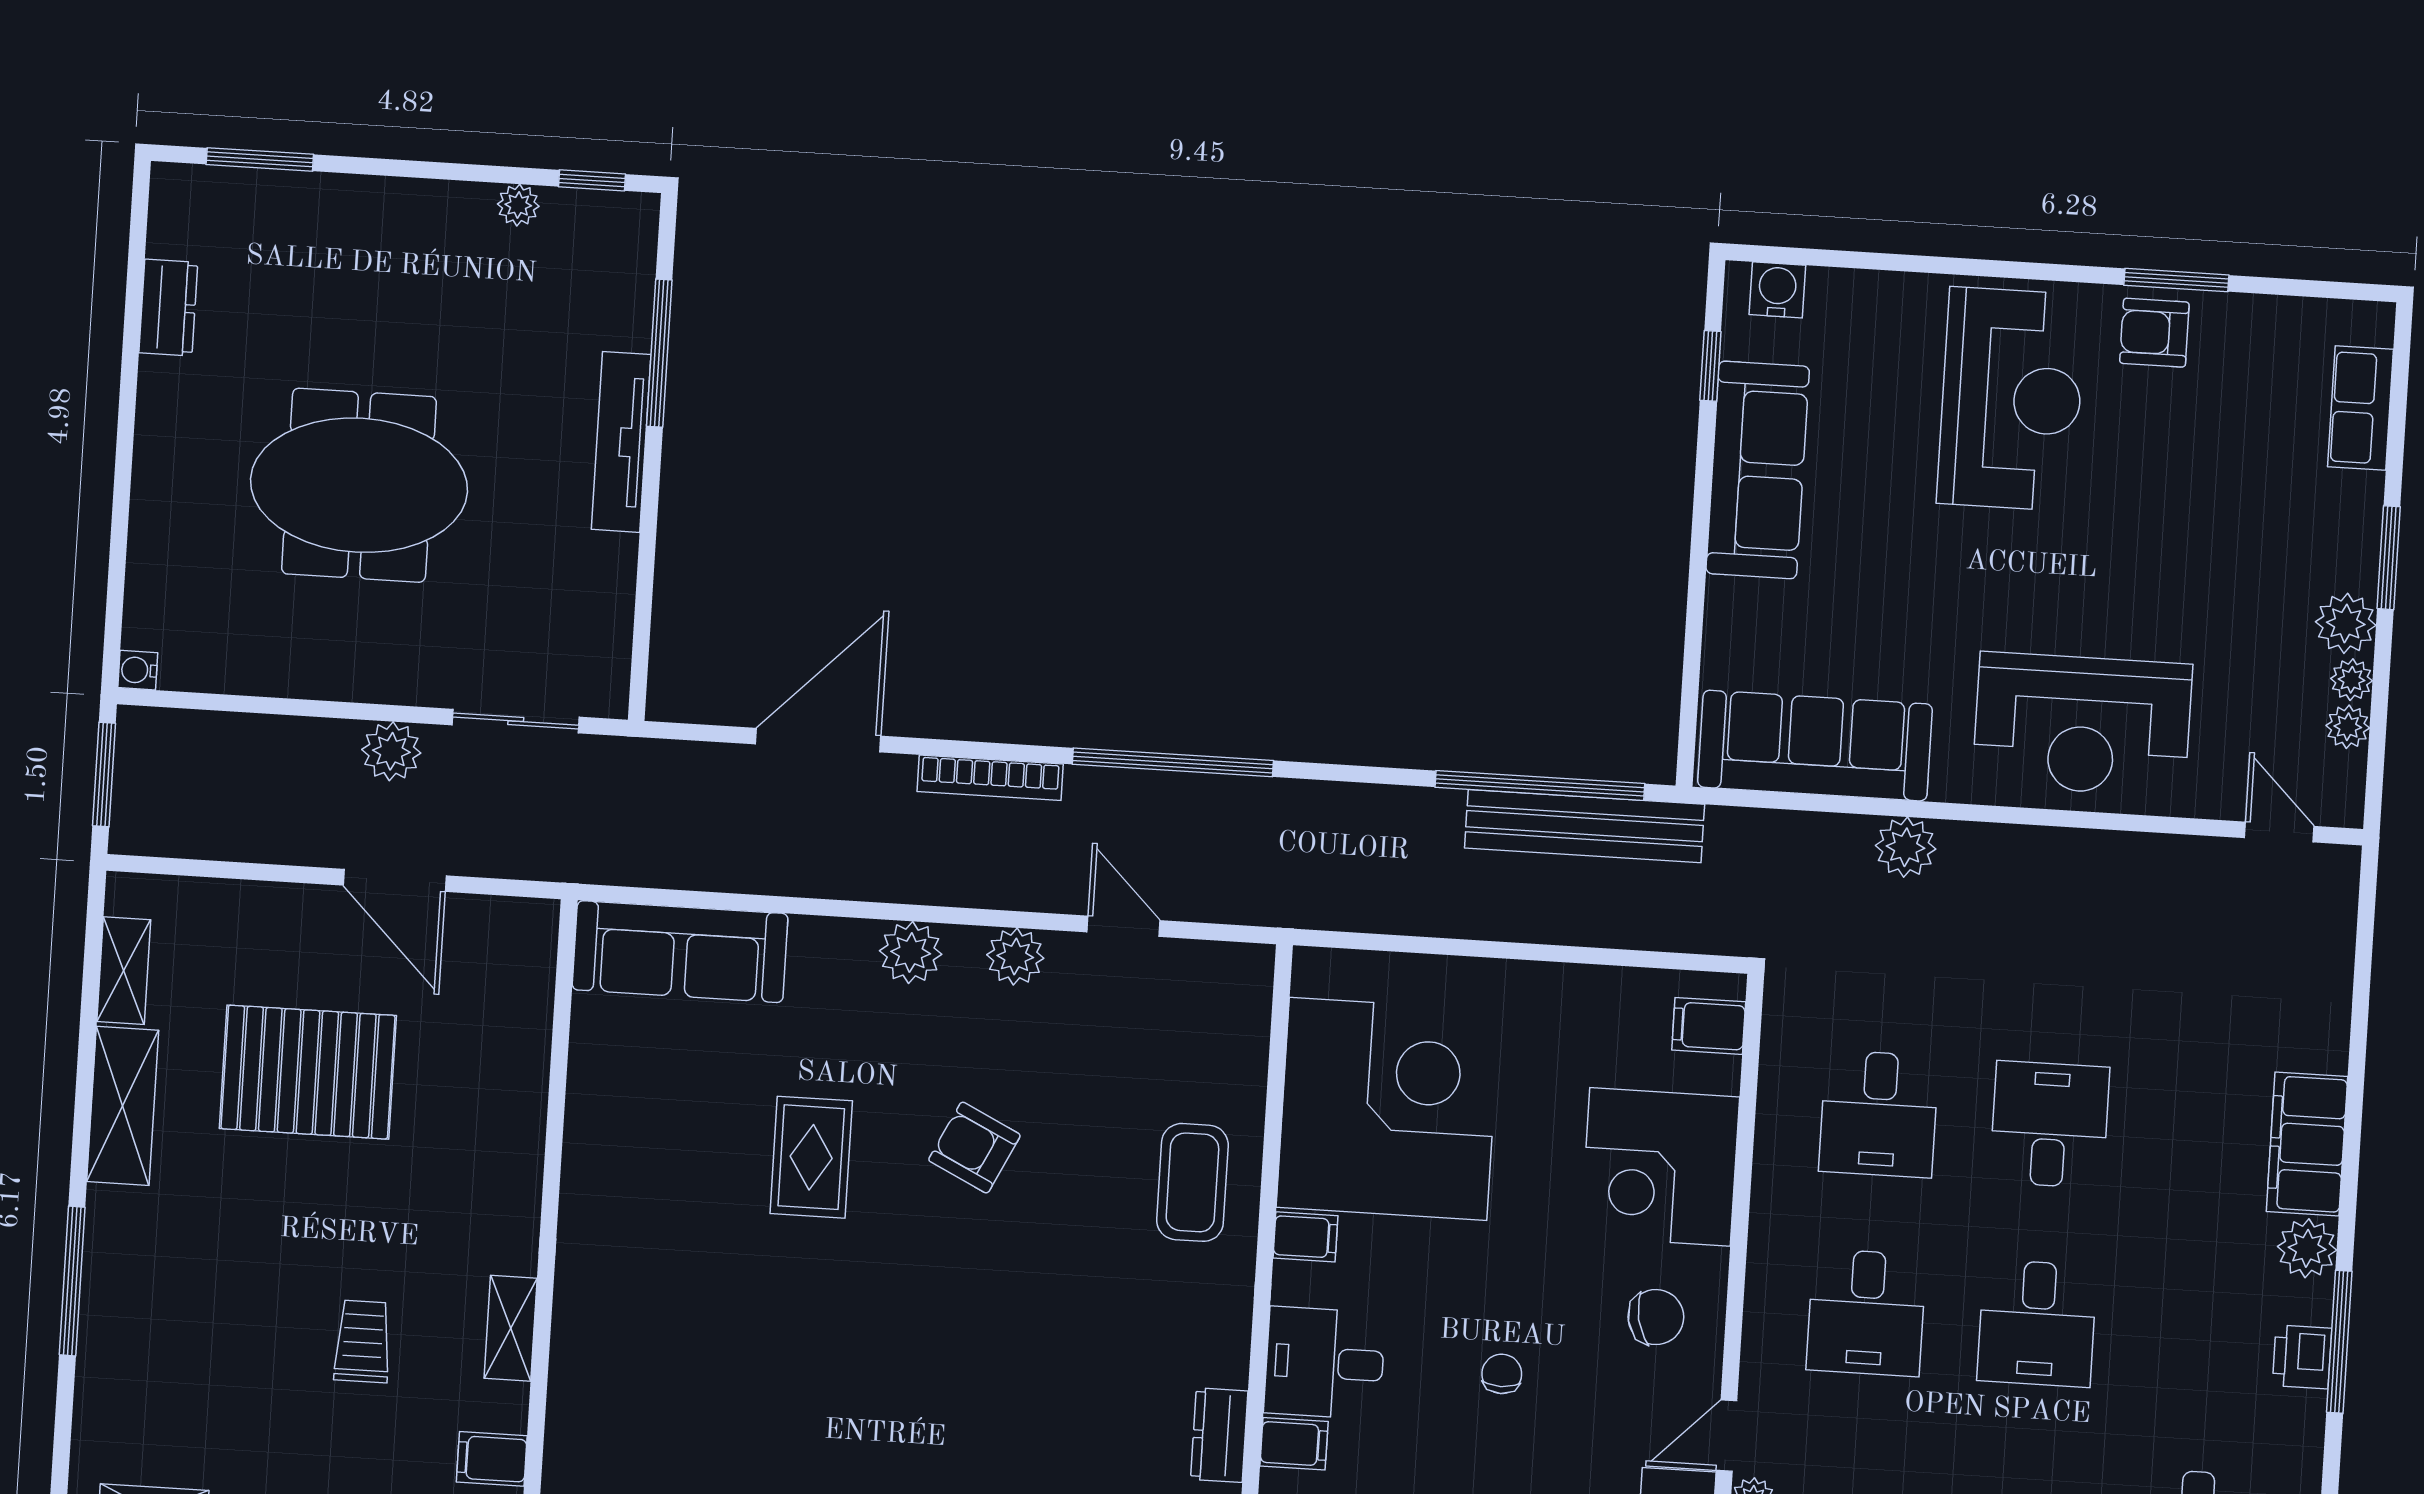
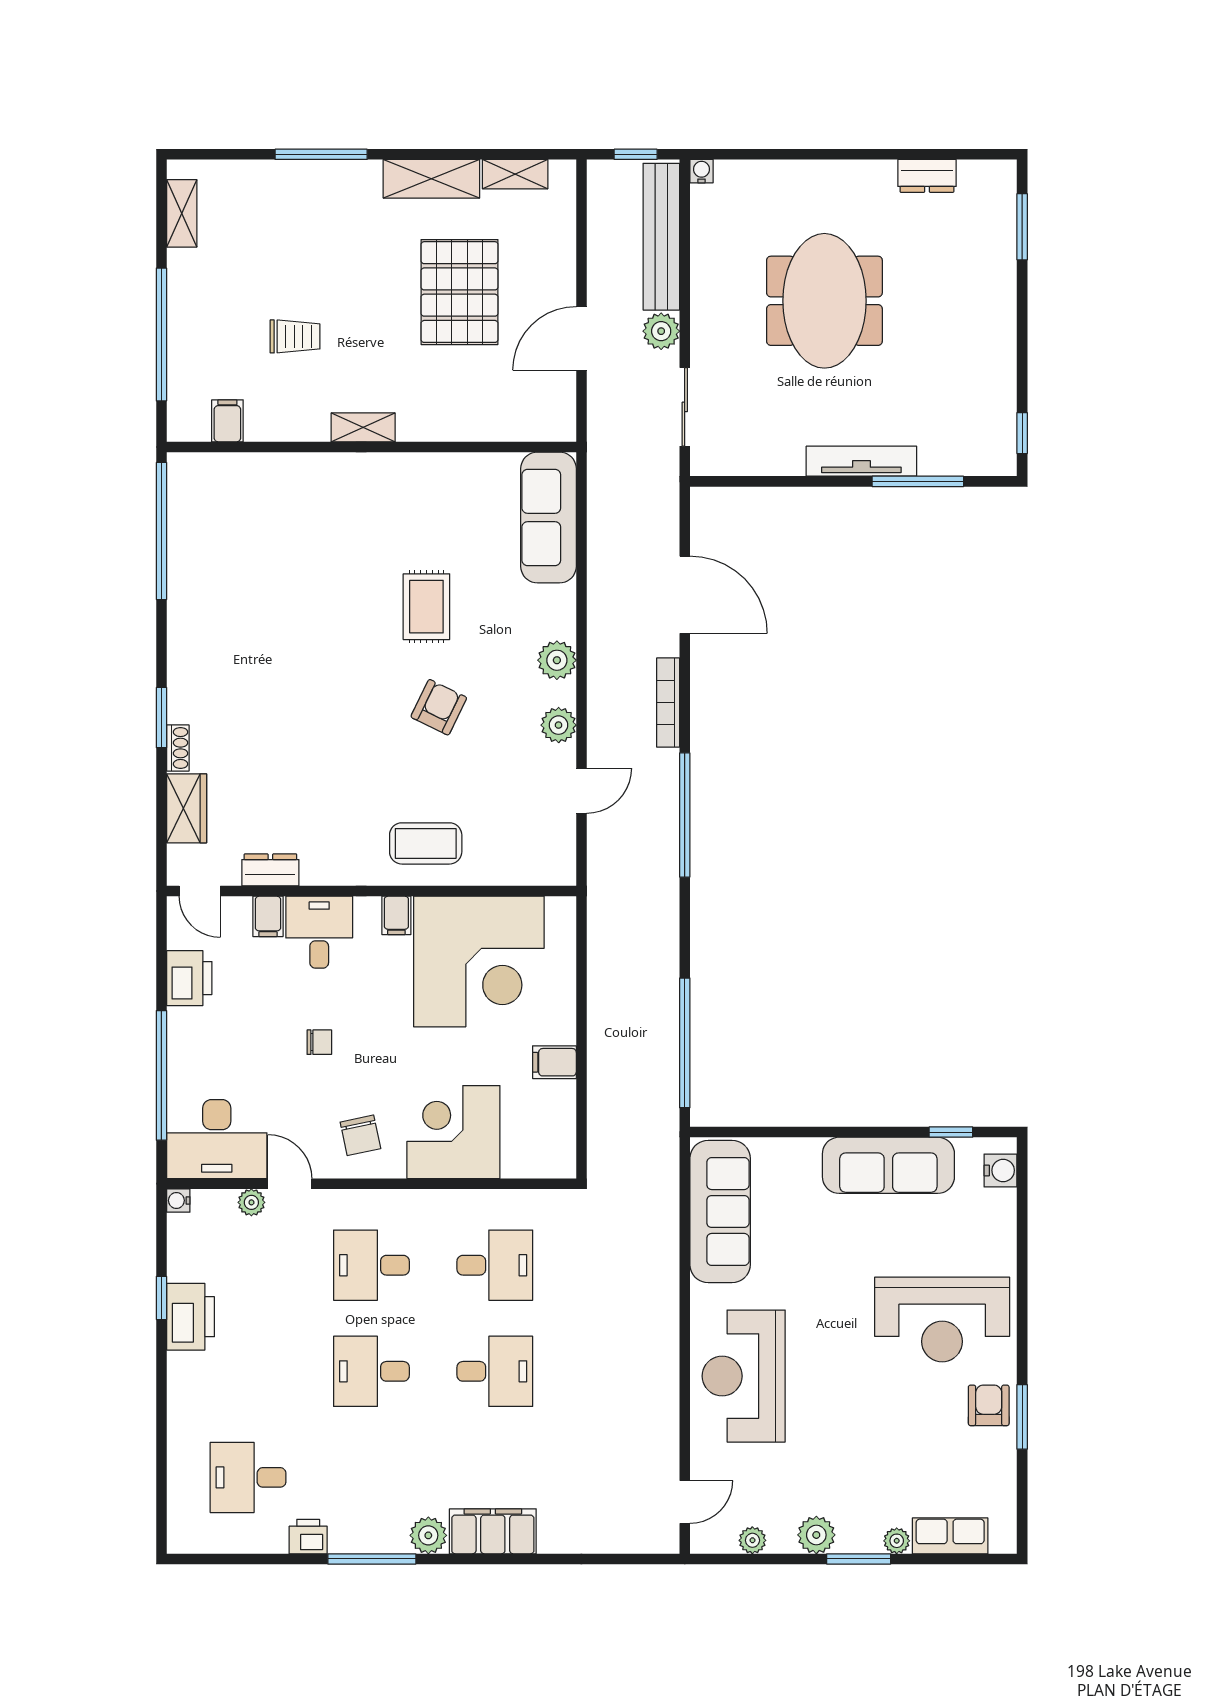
plant: (518, 205) -> (1004, 388), removed
plant: (2352, 680) -> (897, 1541), moved
window: (104, 774) -> (636, 154), width x0.67
bench: (1585, 826) -> (661, 237), moved
plant: (1906, 847) -> (661, 1271), removed
filing cabinet: (1709, 1026) -> (554, 1062), moved, turned -90
desk: (1879, 1114) -> (495, 1265), turned 180
rug: (811, 1157) -> (426, 607), turned 90
shelving: (511, 1328) -> (363, 427), moved
printer: (2302, 1357) -> (308, 1537), moved

